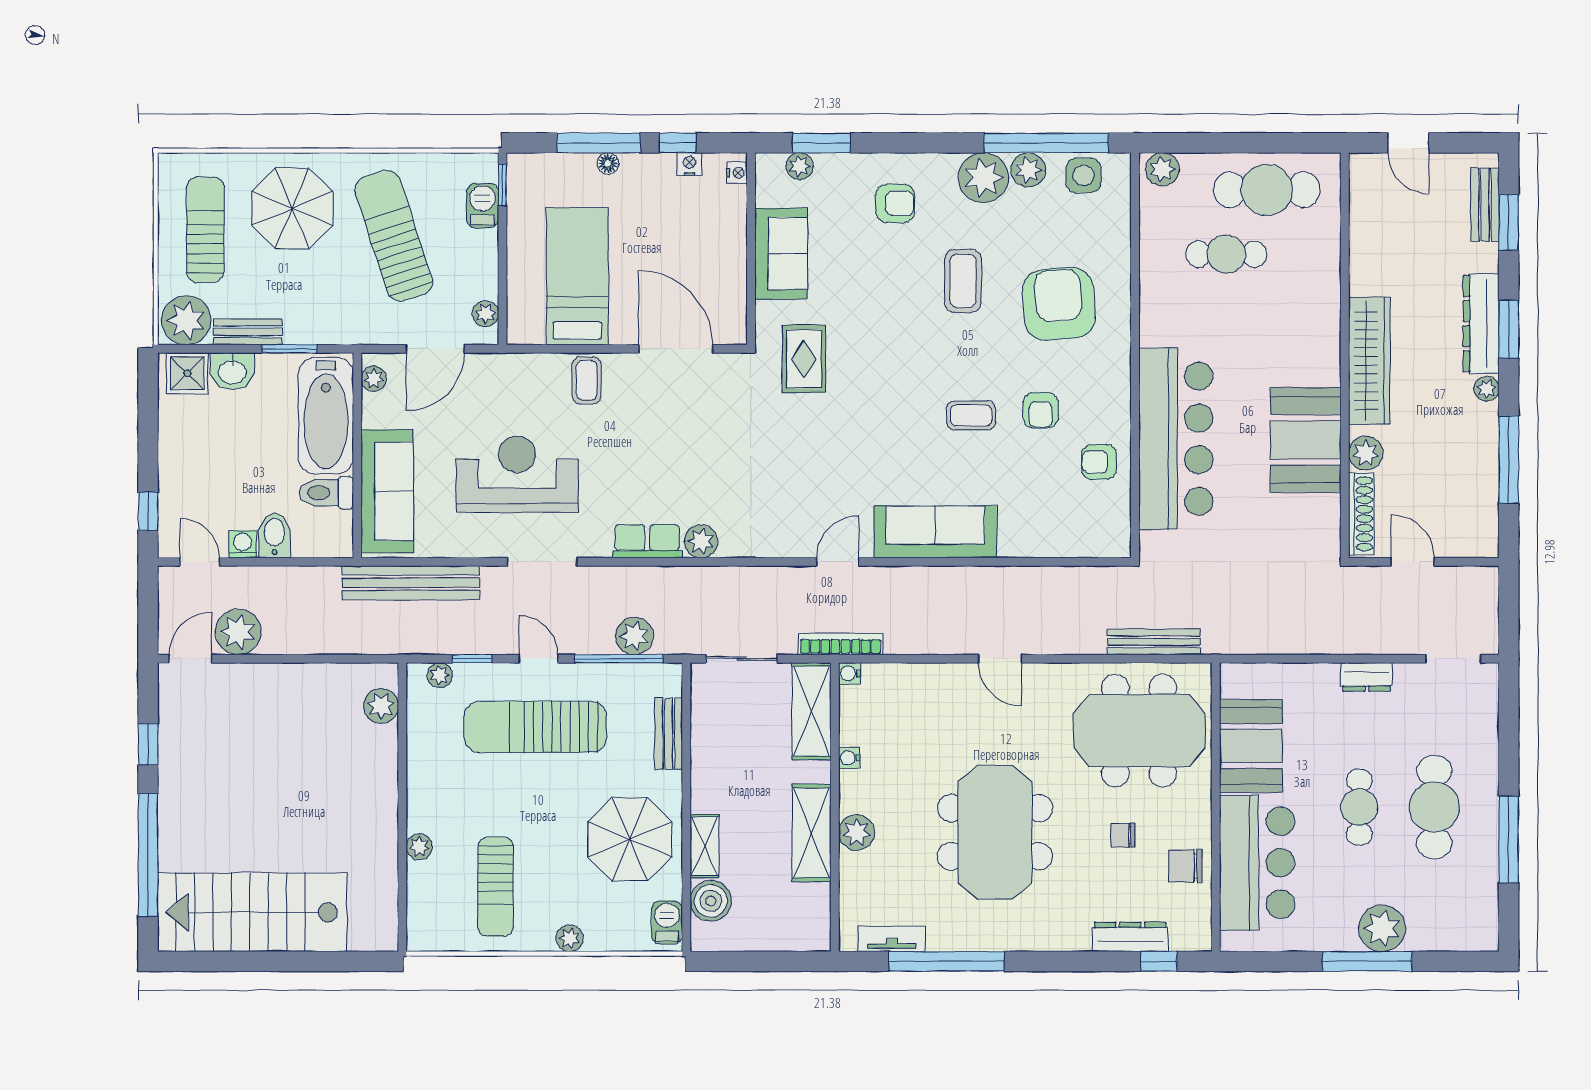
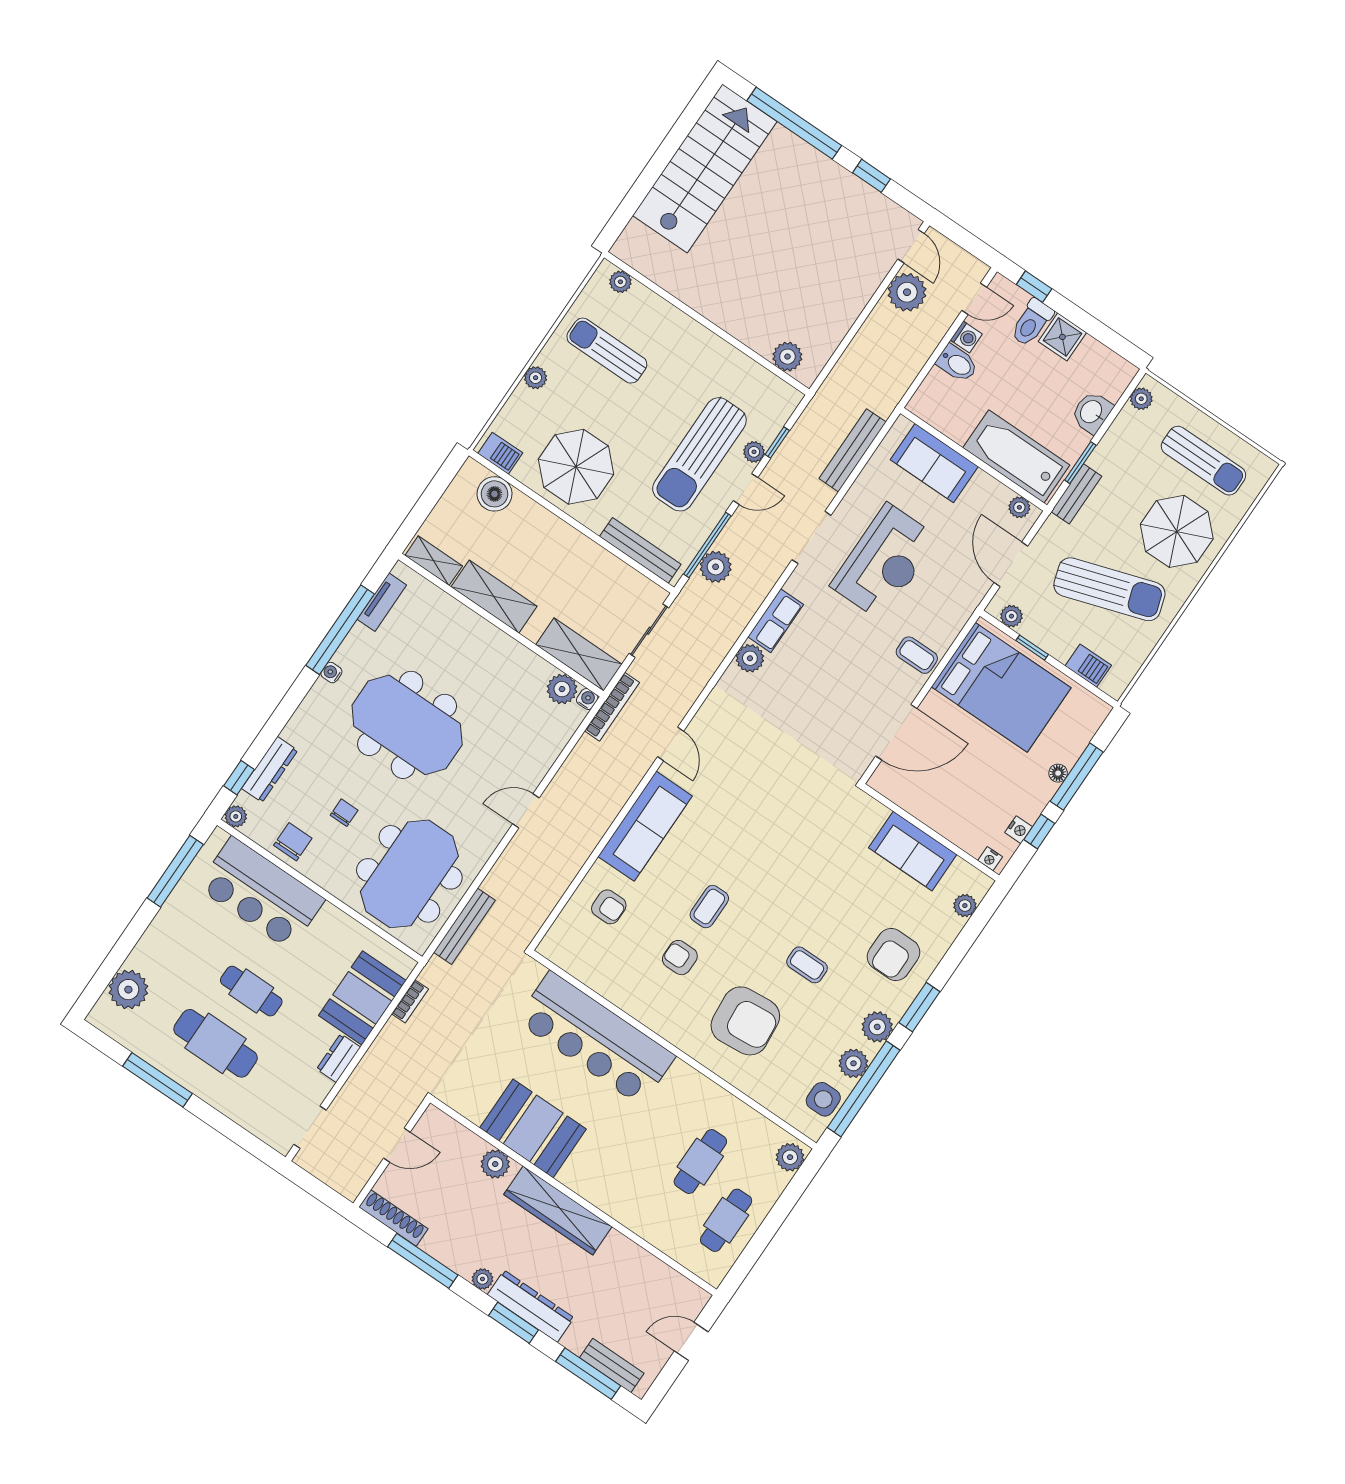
window: (821, 143) -> (919, 1007), moved
plant: (983, 178) -> (877, 1027), width x0.73, depth x0.73
window: (502, 185) -> (1032, 648), moved
cafe table: (1267, 190) -> (726, 1220), width x0.73, depth x0.74
armchair: (895, 203) -> (894, 954), width x1.38, depth x1.38
window: (1509, 222) -> (588, 1374), width x1.44
bed: (577, 276) -> (1001, 687), width x1.50
coffee table: (963, 281) -> (807, 965), width x0.73, depth x0.77
plant: (186, 320) -> (1141, 399), width x0.53, depth x0.53
bench: (248, 332) -> (1076, 494), moved
rug: (804, 359) -> (828, 817), removed
shower: (187, 373) -> (1062, 337), moved
armchair: (1099, 462) -> (609, 907), moved, turned 90
sofa: (387, 491) -> (934, 463), width x0.73
toilet: (326, 493) -> (1032, 323), moved, turned 180
shoe rack: (1361, 514) -> (393, 1218), moved, turned 180
bench: (411, 583) -> (853, 450), width x0.73, depth x0.82
bookcase: (1263, 645) -> (410, 1001), added
plant: (440, 675) -> (754, 452), moved
sun lounger: (535, 727) -> (699, 454), turned 180
bench: (669, 734) -> (640, 550), width x1.36
booth: (1251, 746) -> (362, 998), moved, turned 90
water cooler: (849, 758) -> (331, 673), moved, turned -90
plant: (857, 833) -> (562, 689), moved
shelving: (704, 846) -> (434, 561), moved
plant: (419, 847) -> (620, 282), moved
plant: (1382, 928) -> (128, 990), moved
plant: (1199, 939) -> (236, 816), added
window: (1367, 961) -> (175, 871), moved

